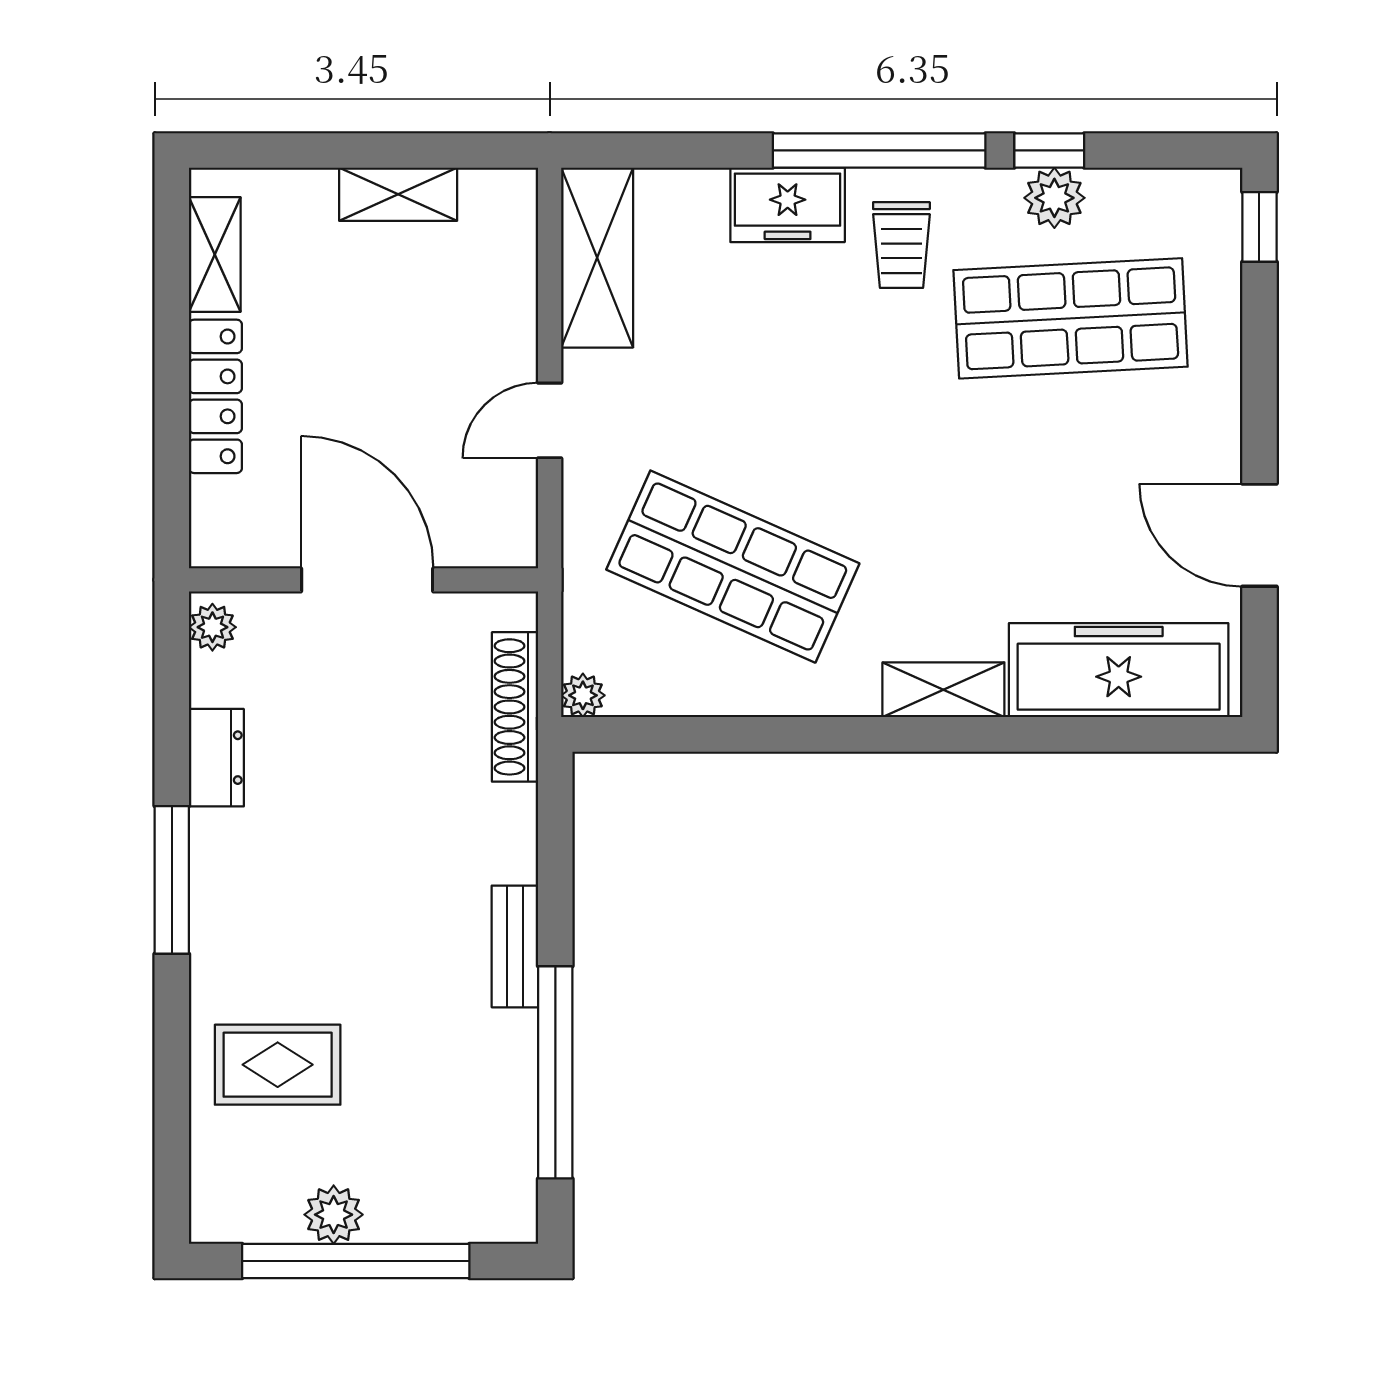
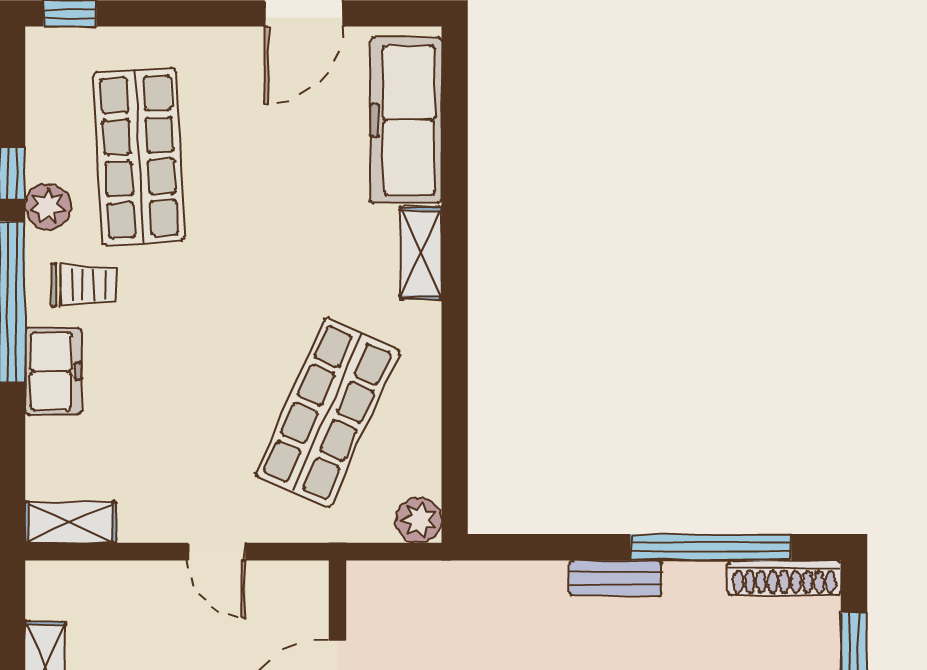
plant: (1054, 198) -> (48, 207), moved
shelving: (597, 258) -> (71, 522), width x0.67, depth x0.75
plant: (583, 695) -> (419, 520), width x1.38, depth x1.38
shoe rack: (515, 707) -> (784, 578), moved

